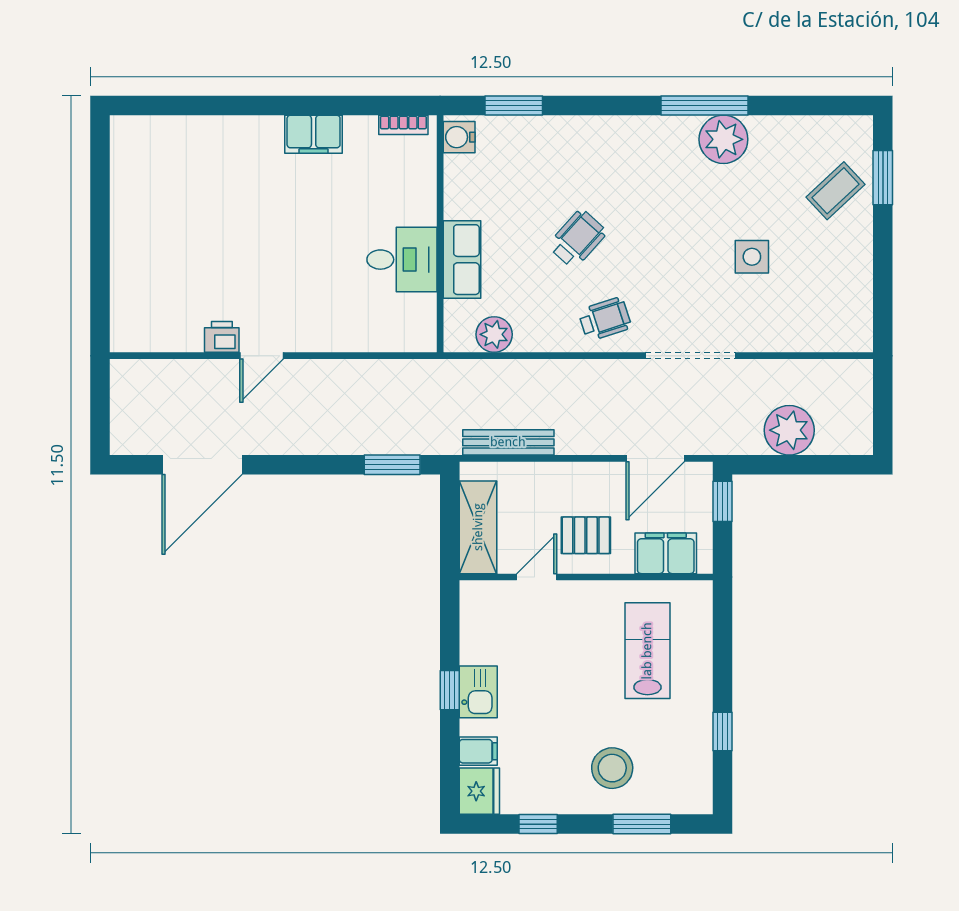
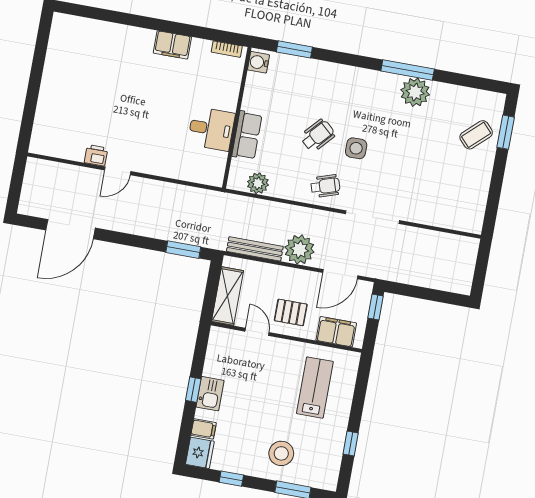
side table: (752, 257) -> (356, 148), moved
plant: (789, 430) -> (299, 250), moved
door: (537, 577) -> (257, 332), hinge flipped

